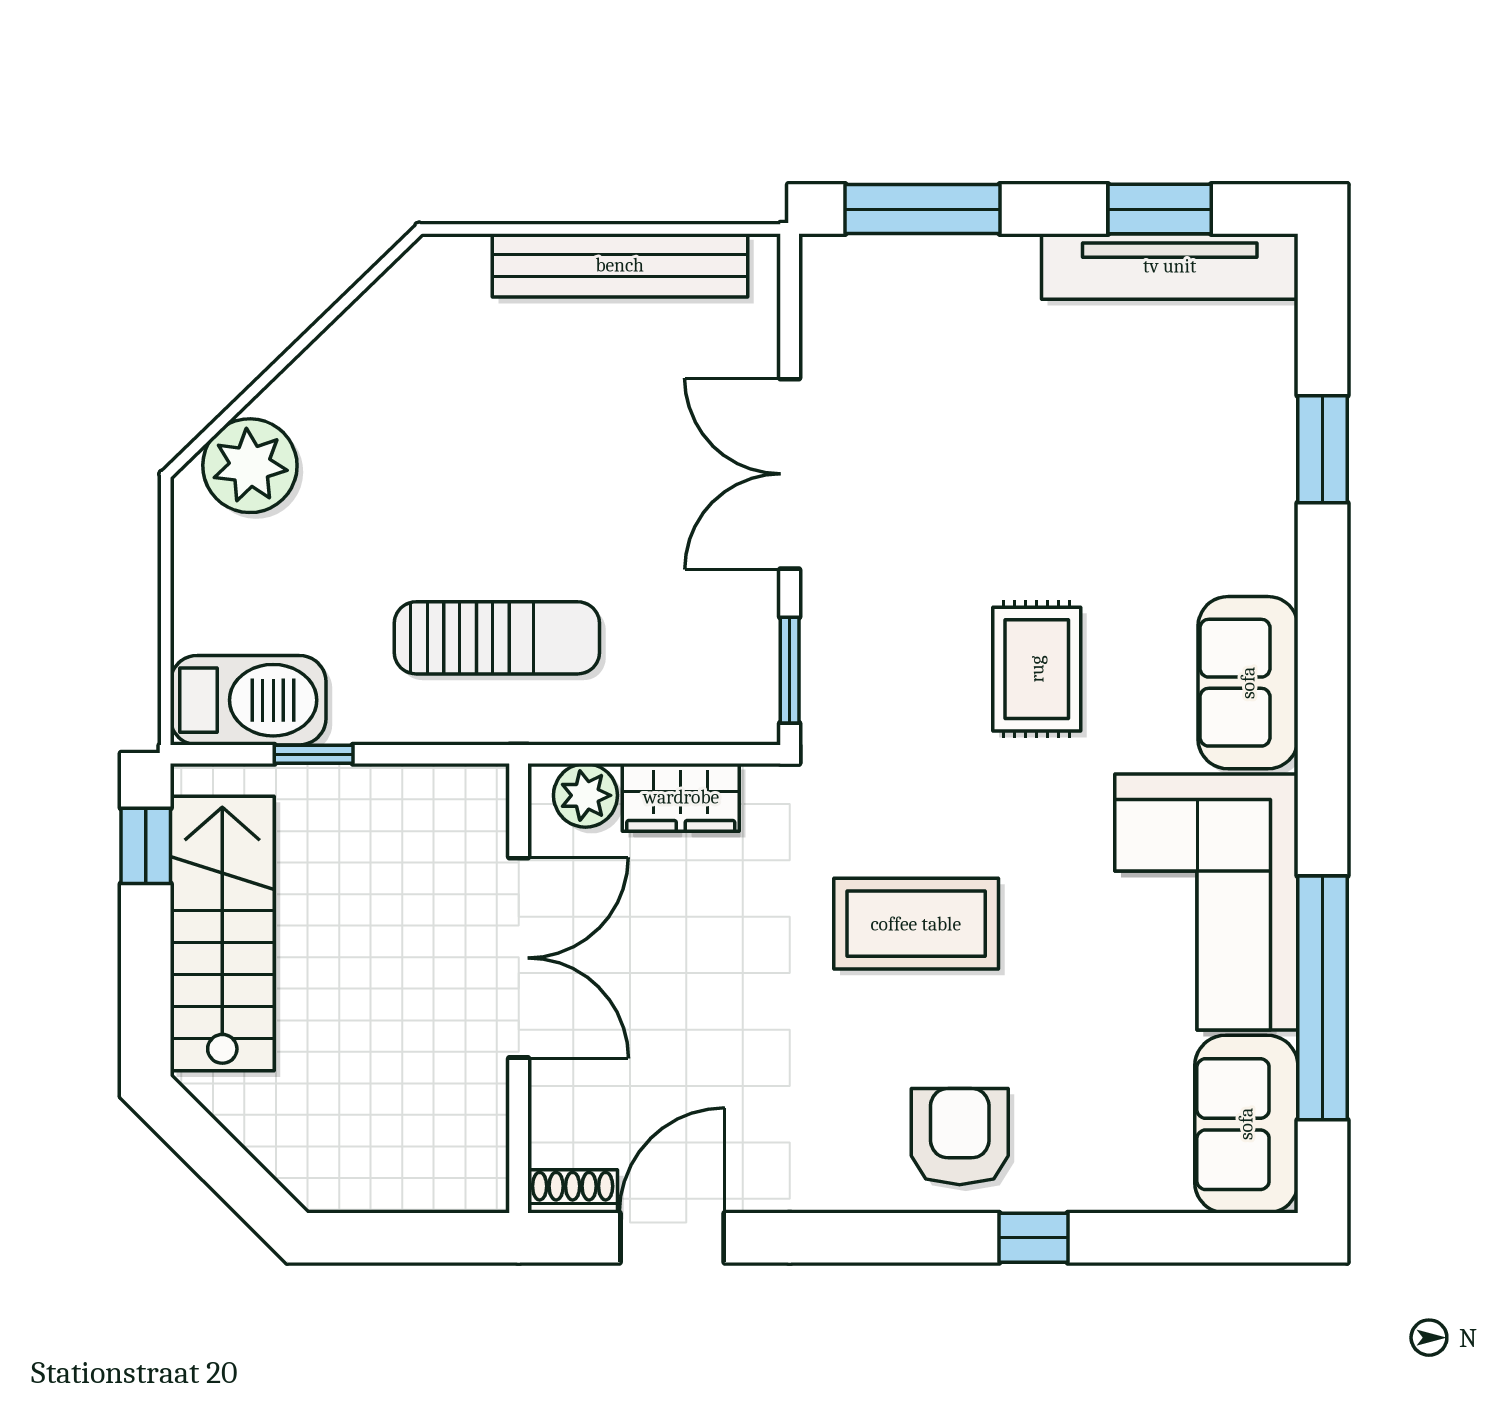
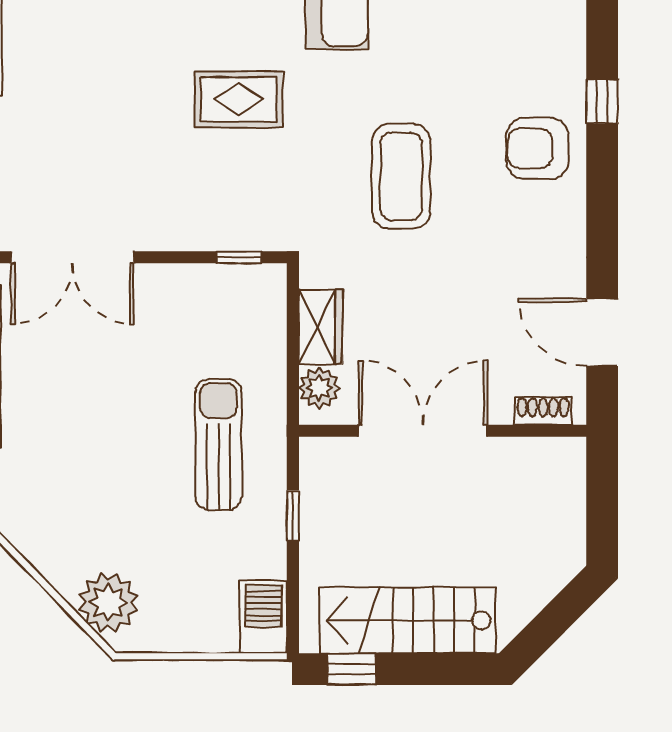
double door: (790, 474) -> (72, 257), moved
window: (790, 670) -> (239, 257), width x0.67
barbecue: (248, 700) -> (263, 617), width x0.73, depth x0.83
window: (314, 754) -> (293, 516), moved
shoe rack: (573, 1191) -> (543, 411), moved, turned 90

